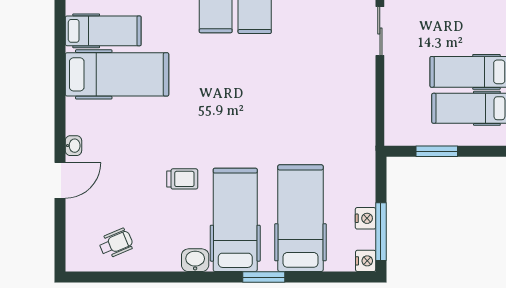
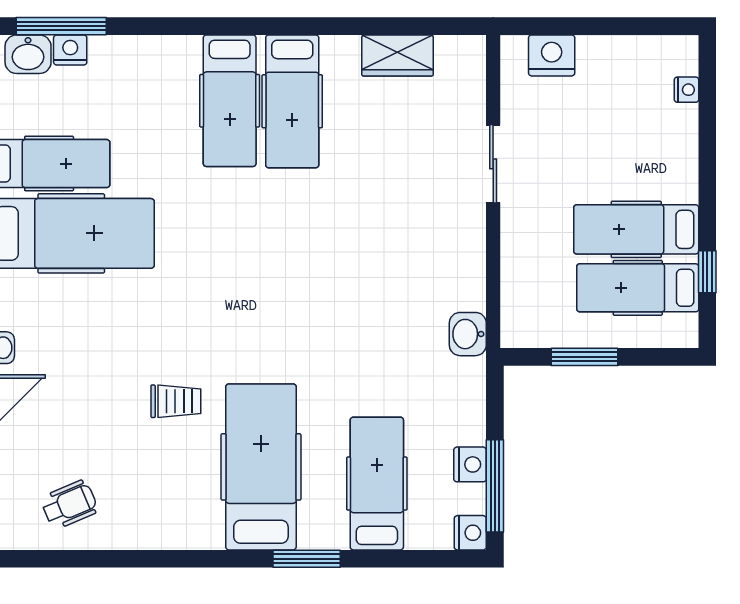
hospital bed: (300, 218) -> (377, 484), width x0.73, depth x0.78
washbasin: (195, 260) -> (468, 334), moved, turned -90

